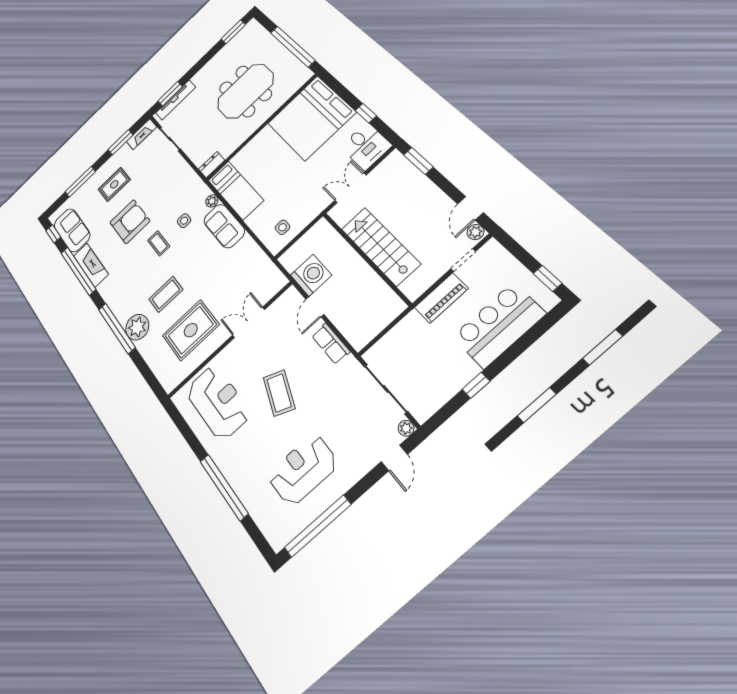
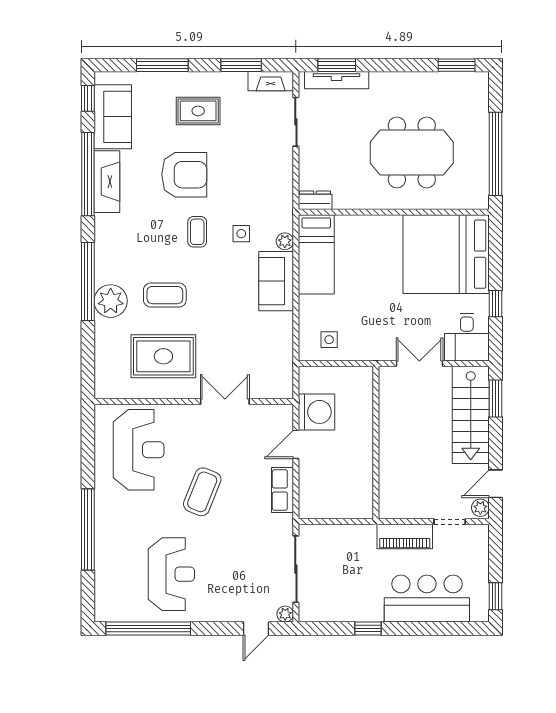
stairs: (380, 246) -> (471, 415), moved, turned 180
reception desk: (303, 470) -> (171, 574), turned 90

